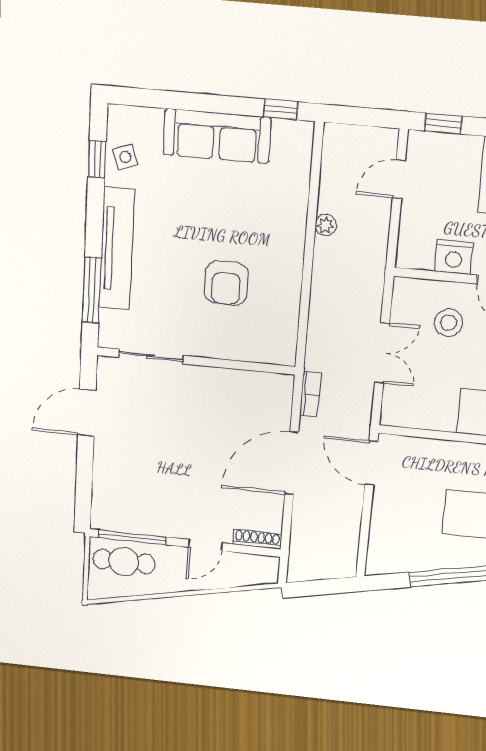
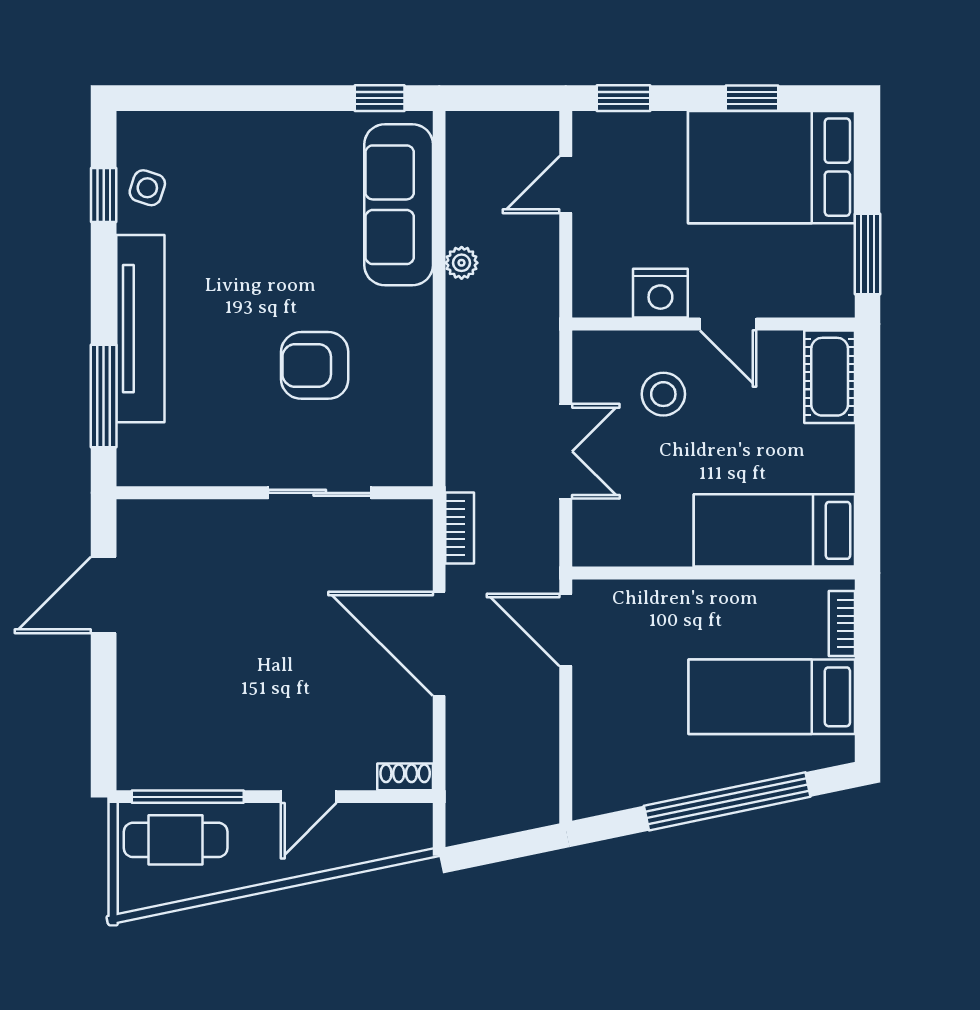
sofa: (217, 136) -> (399, 205), moved, turned 90
side table: (125, 157) -> (147, 188), turned 37
armchair: (226, 283) -> (315, 365), turned 90
sliding door: (151, 356) -> (320, 493), moved
door: (292, 463) -> (439, 644), hinge flipped
shoe rack: (257, 539) -> (405, 777), width x0.70

